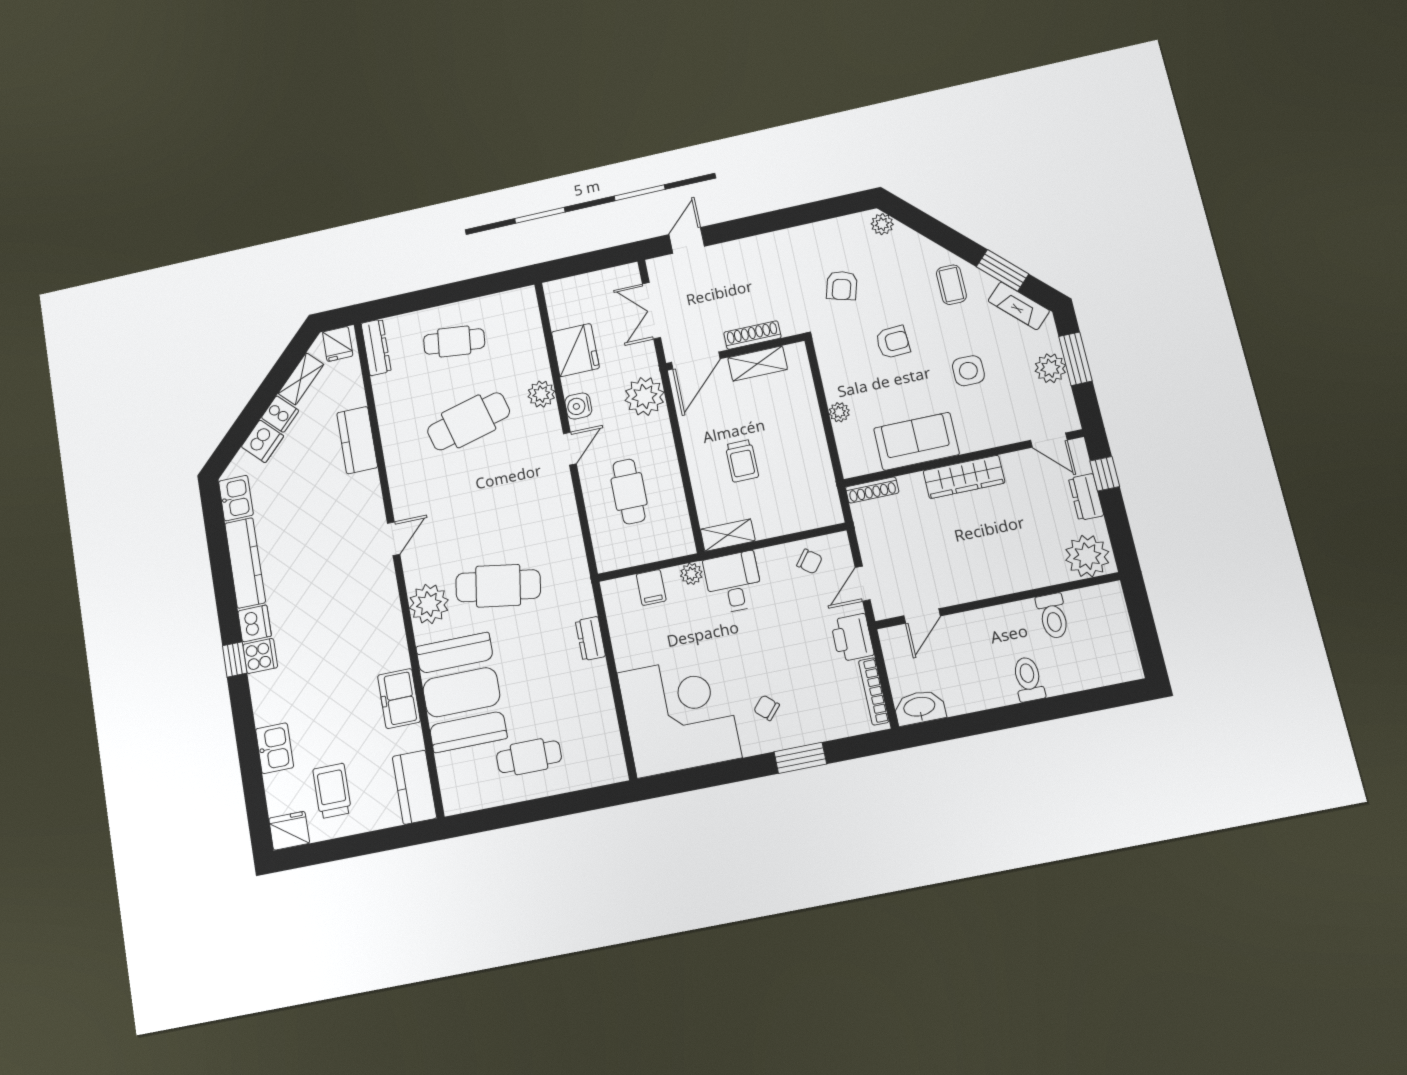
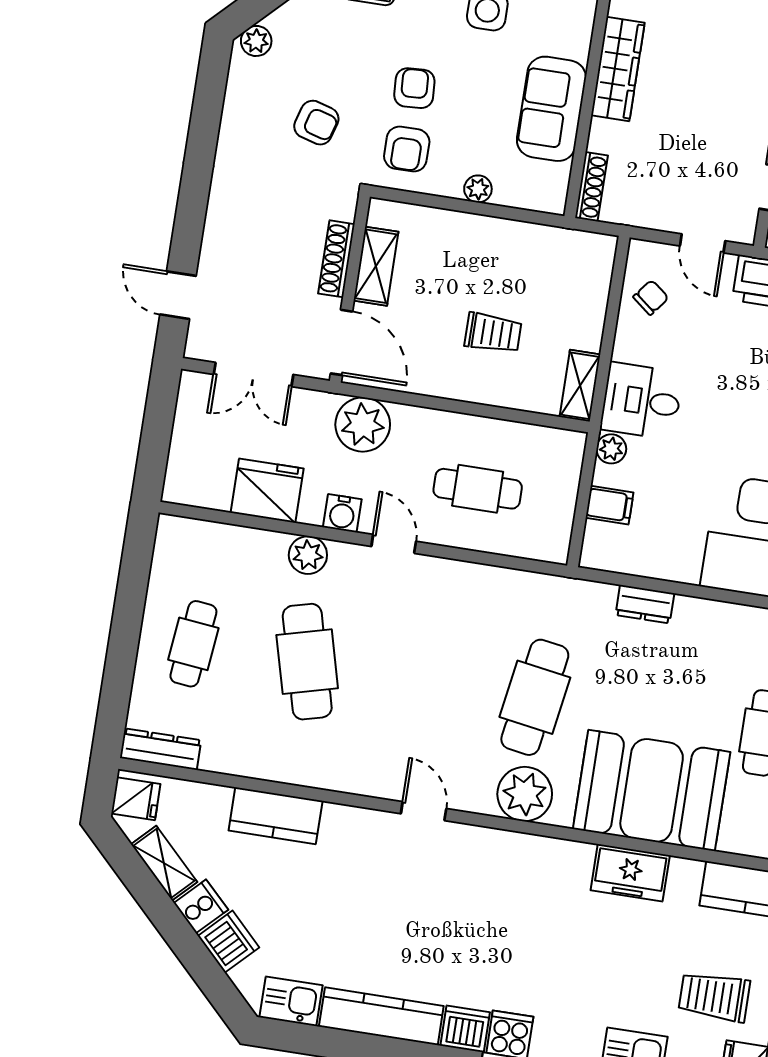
armchair: (848, 353) -> (407, 149), added

